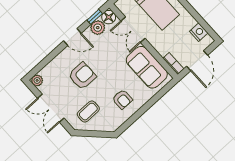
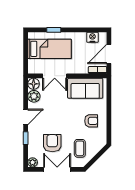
window: (95, 17) -> (26, 138), moved
door: (197, 61) -> (109, 54), swing flipped
armchair: (82, 76) -> (52, 143), moved
double door: (51, 108) -> (57, 169), swing flipped

